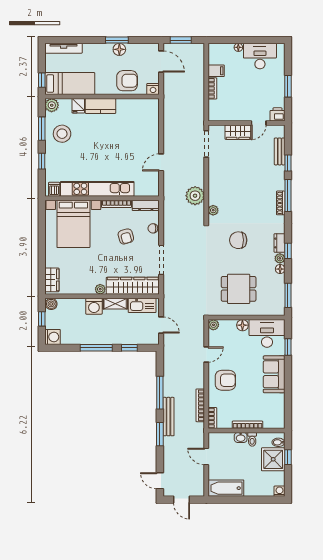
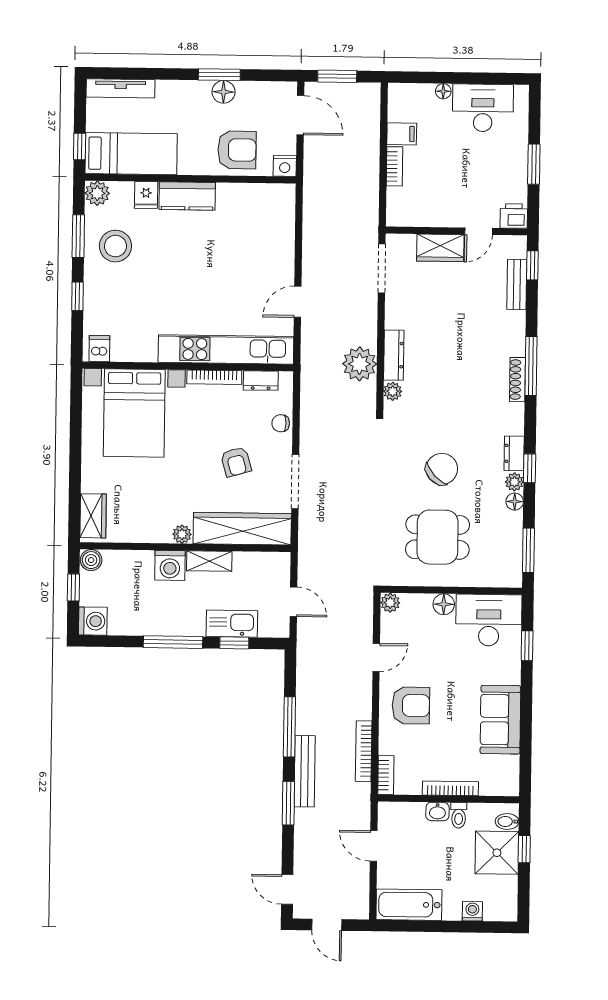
window: (288, 163) -> (532, 265), moved
kitchen unit: (97, 189) -> (226, 349), moved
dresser: (214, 191) -> (394, 355), added
dresser: (146, 205) -> (261, 381), width x0.70
armchair: (126, 236) -> (236, 462), moved
chair: (238, 240) -> (442, 469), moved, turned 137
kitchen sink: (142, 305) -> (232, 624), moved, turned 180
sofa: (274, 374) -> (500, 720), moved
washing machine: (279, 491) -> (472, 911), moved

